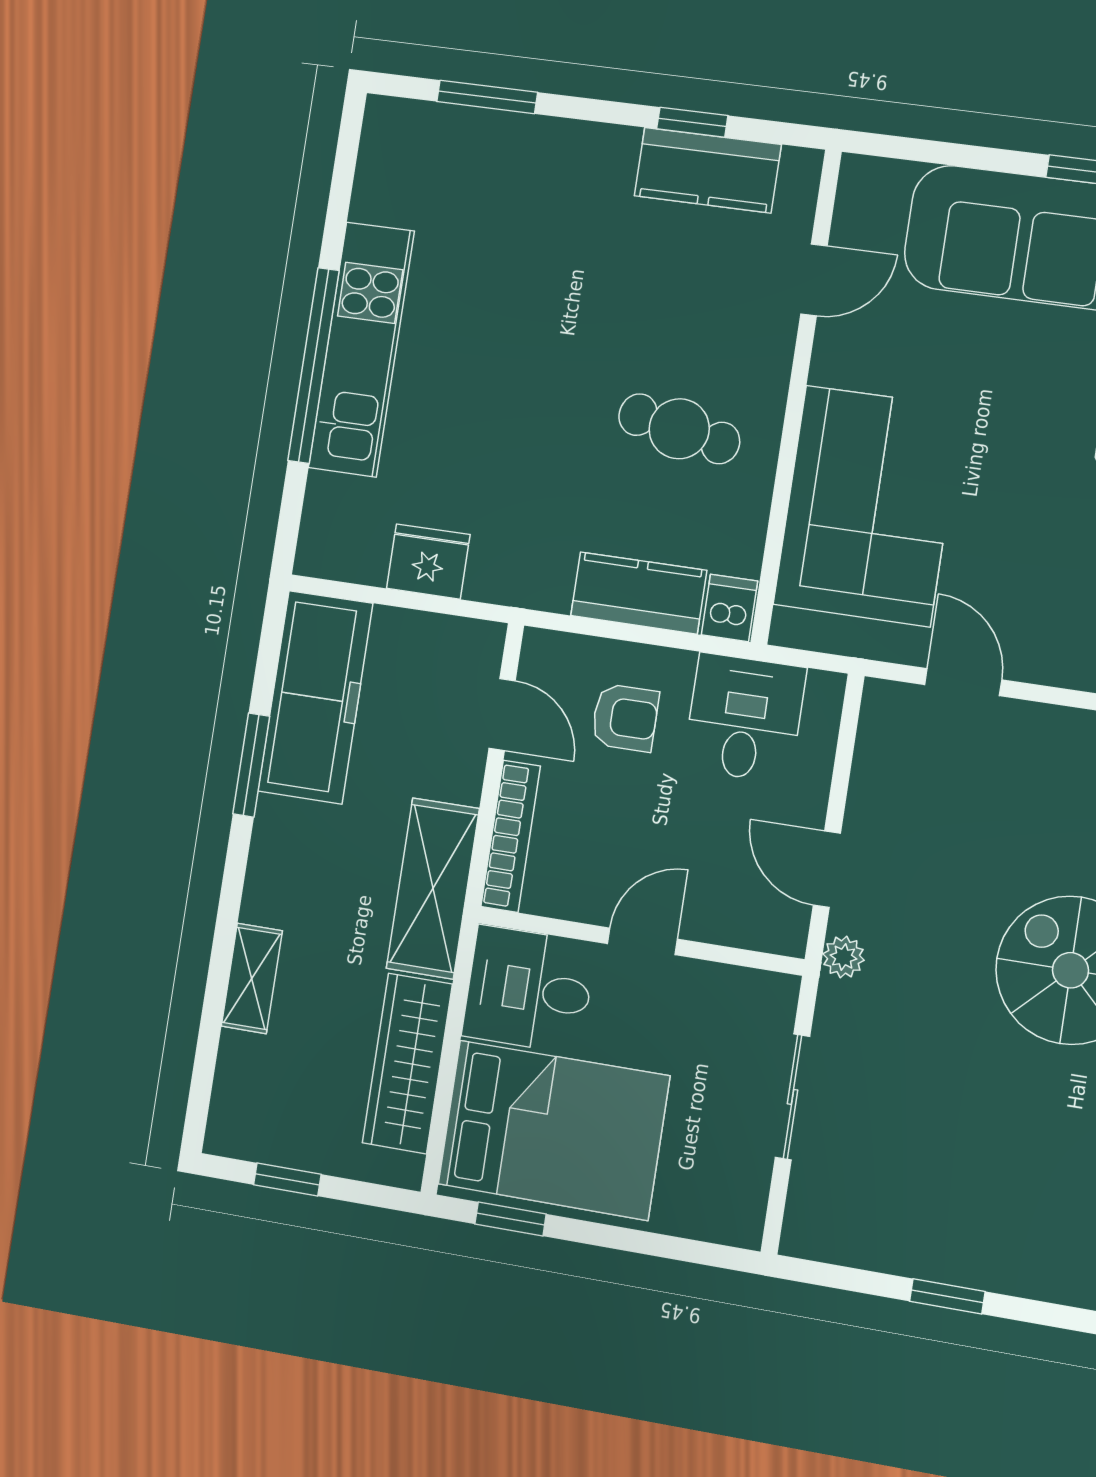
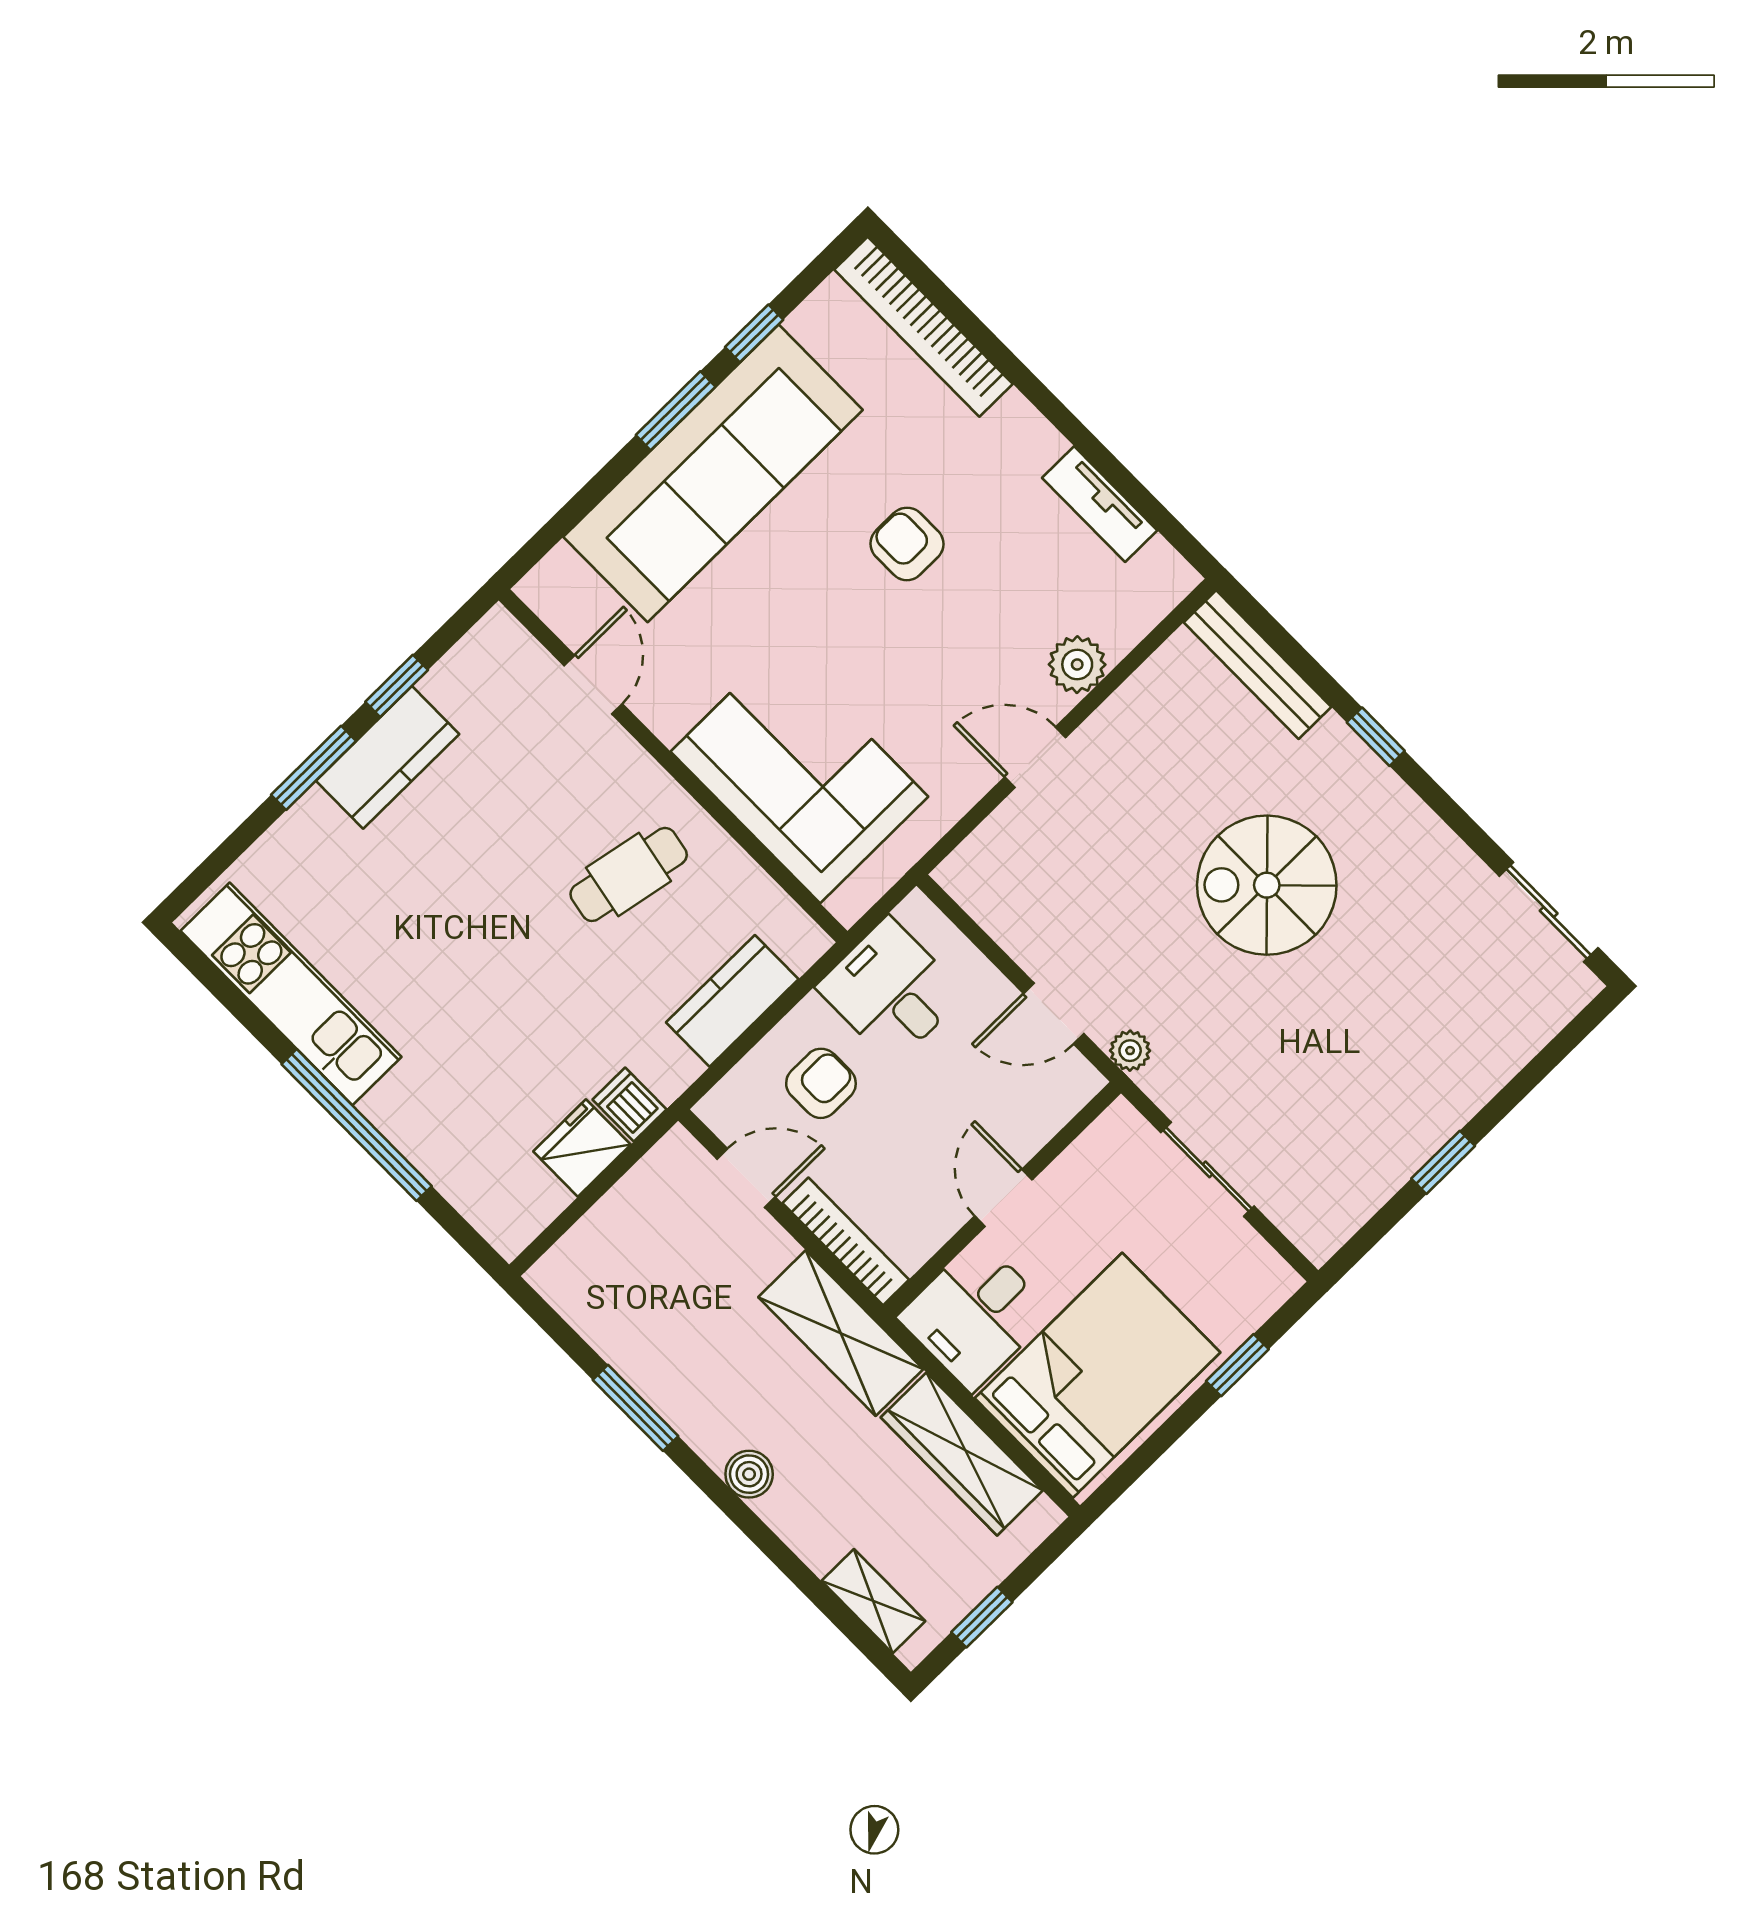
window: (487, 97) -> (314, 768), moved
kitchen counter: (708, 170) -> (388, 757), moved
kitchen unit: (361, 349) -> (291, 994), moved
dishwasher: (729, 608) -> (629, 1105), moved
door: (963, 682) -> (1035, 757), moved
freezer: (315, 697) -> (621, 1317), removed
boiler: (265, 899) -> (749, 1474), added
shelving: (252, 978) -> (873, 1601), moved
window: (511, 1219) -> (1237, 1365), moved

